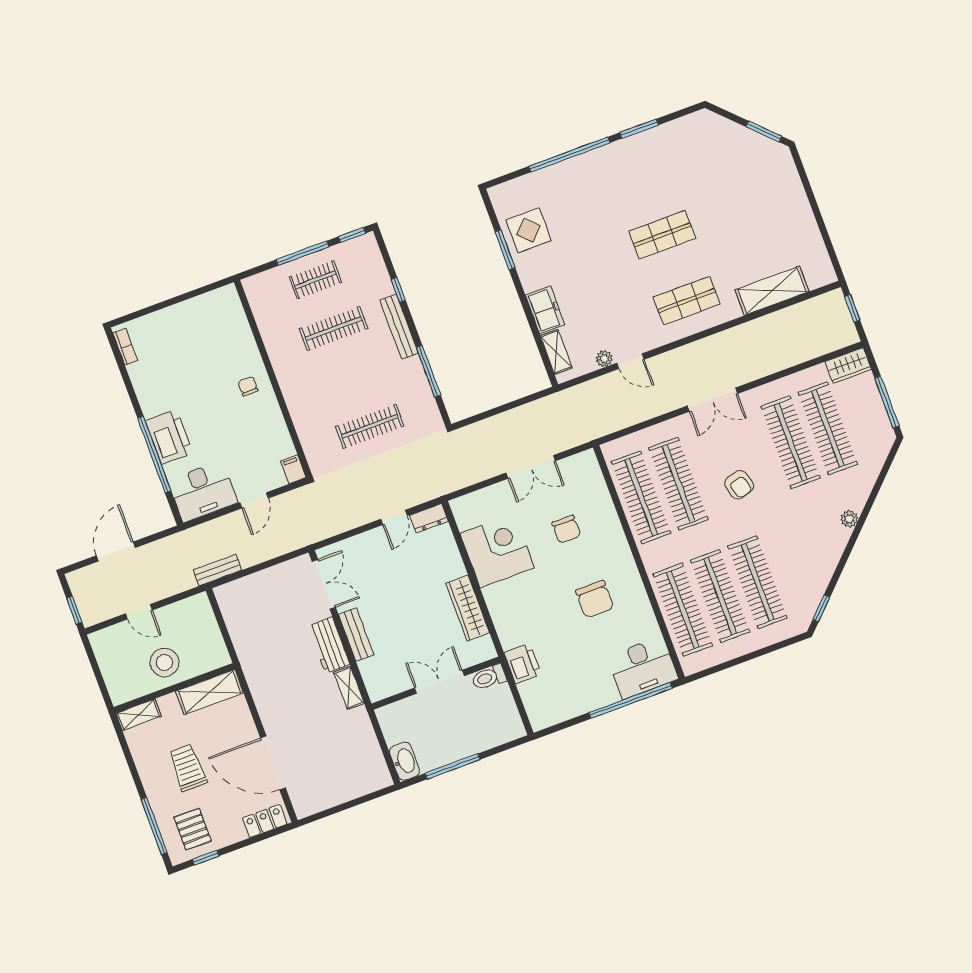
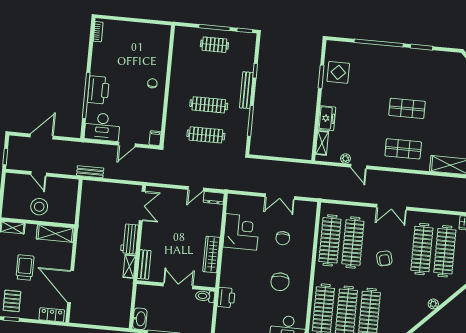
clothes rail: (334, 329) -> (209, 105), moved
bench: (356, 635) -> (144, 265), moved

